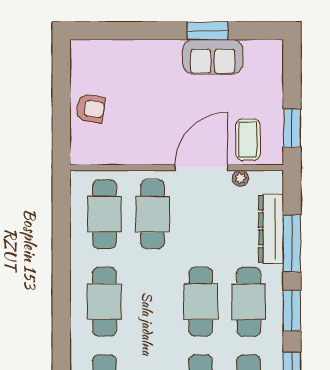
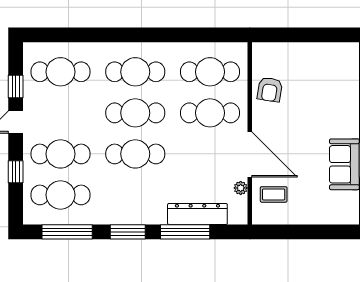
armchair: (90, 108) -> (270, 90), moved
window: (292, 128) -> (283, 232), removed
coffee table: (248, 140) -> (274, 194), width x0.73, depth x0.77
cafe table: (249, 302) -> (135, 113), moved

